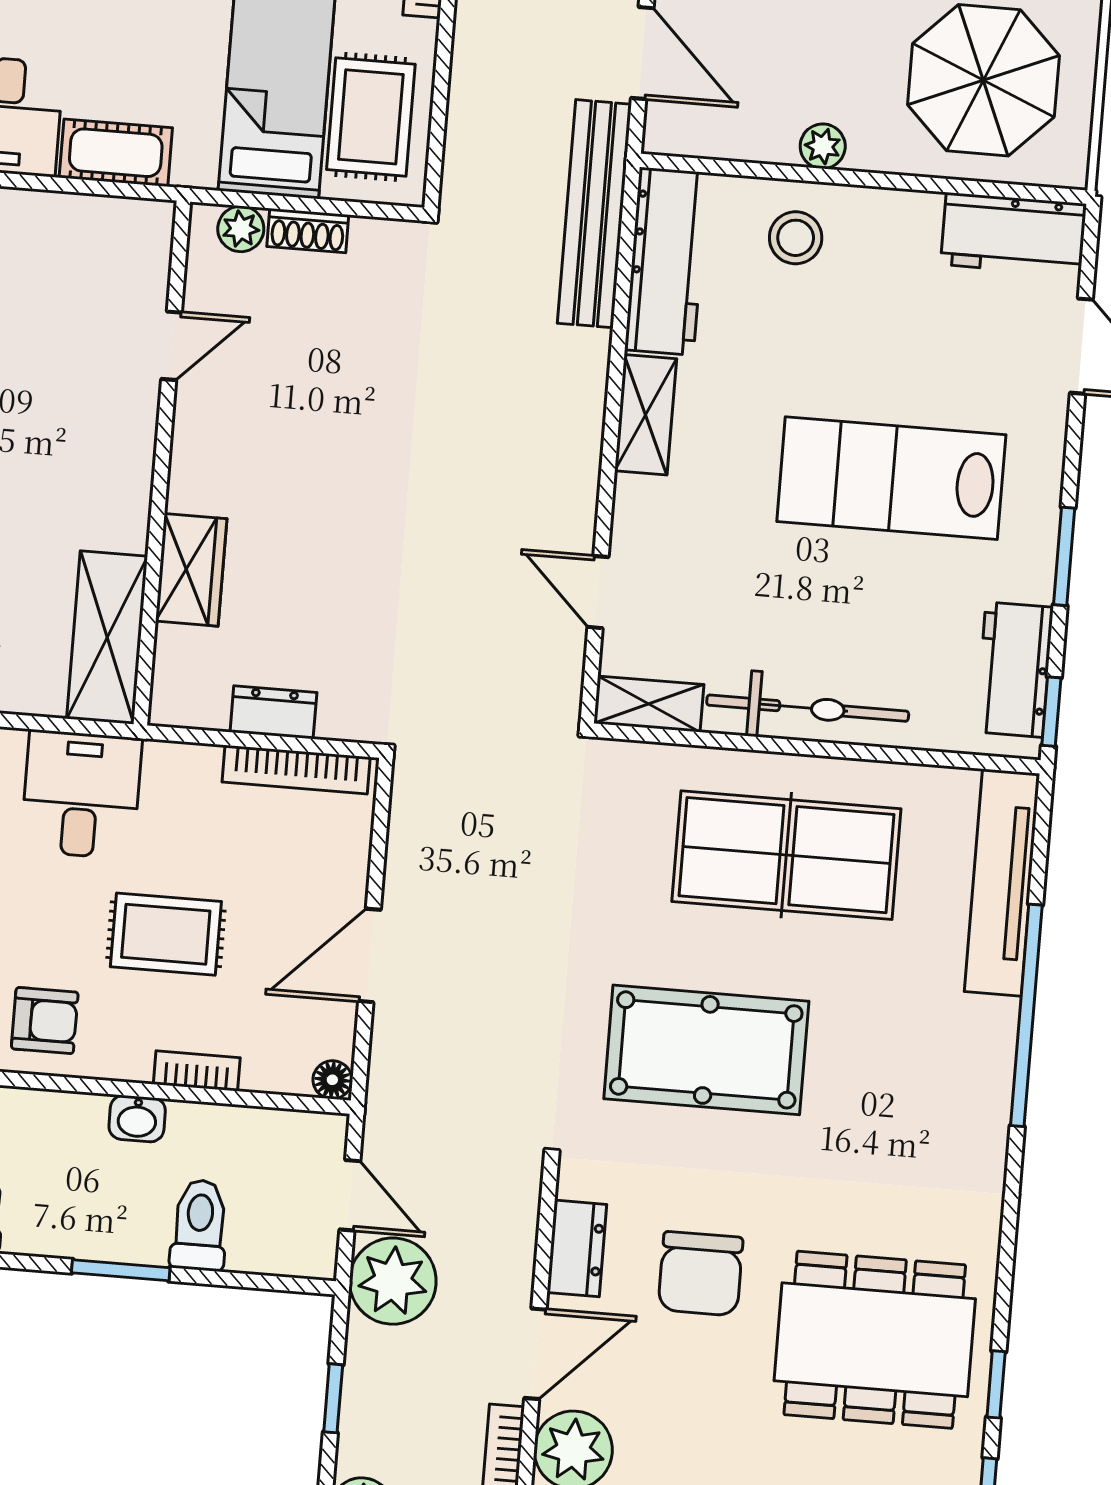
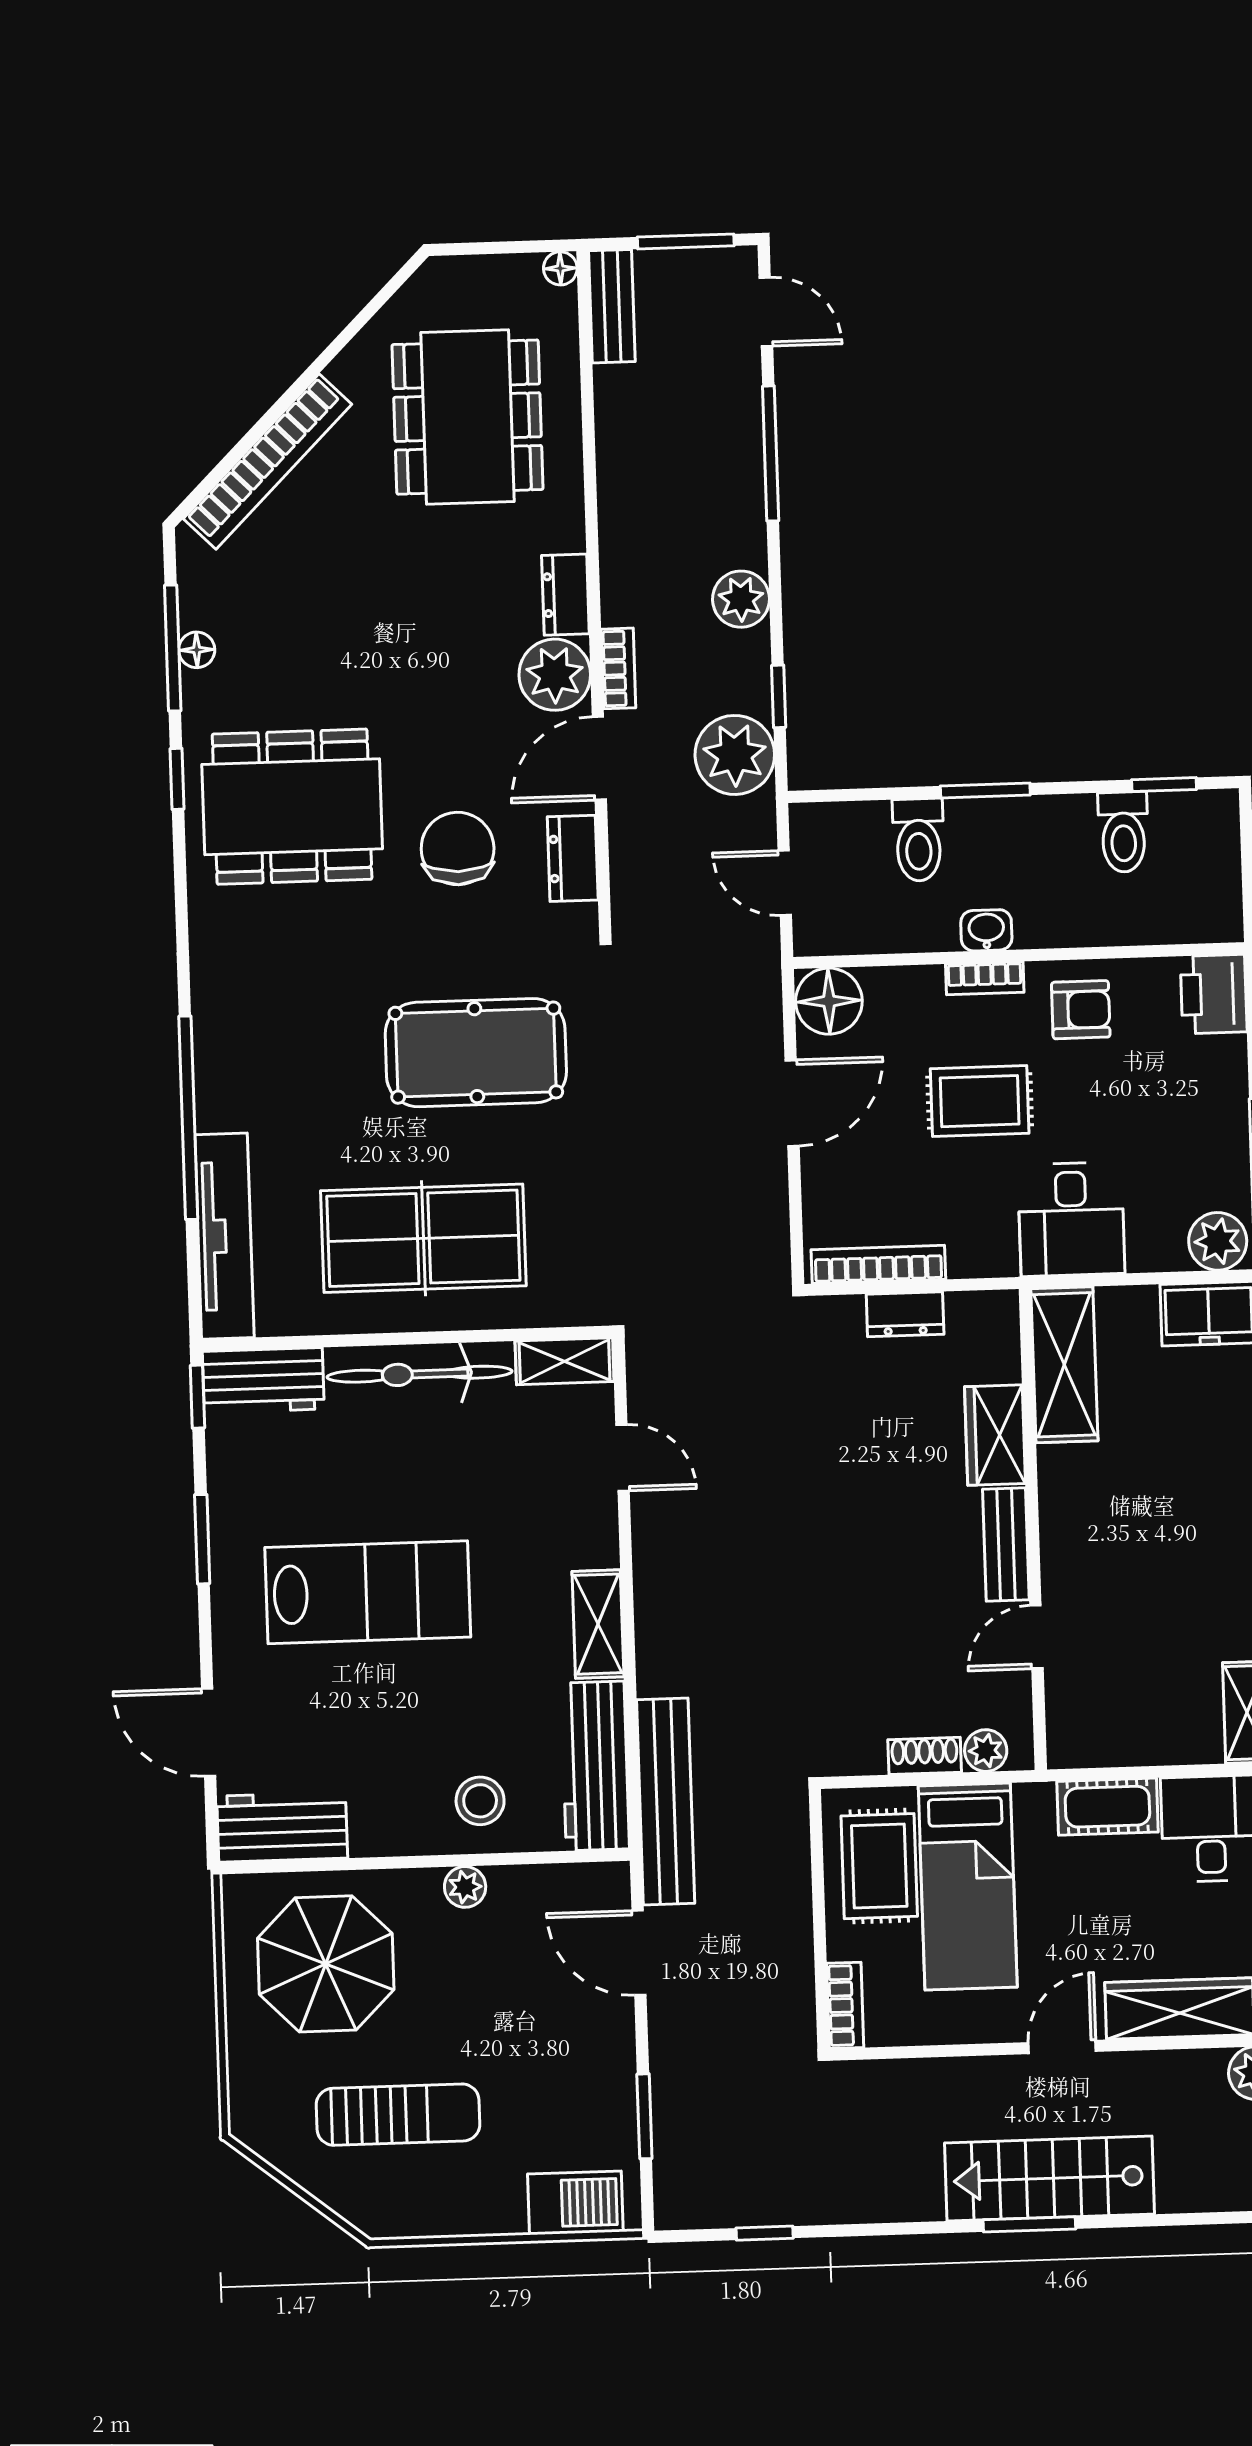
bench: (193, 450) -> (1006, 1544), added
workbench: (1014, 670) -> (263, 1380), moved, turned 90
armchair: (45, 1021) -> (1081, 1010), turned 180
bookcase: (197, 1071) -> (985, 978), moved
floor lamp: (332, 1080) -> (829, 1001), width x1.89, depth x1.89
plant: (393, 1281) -> (735, 755), moved

